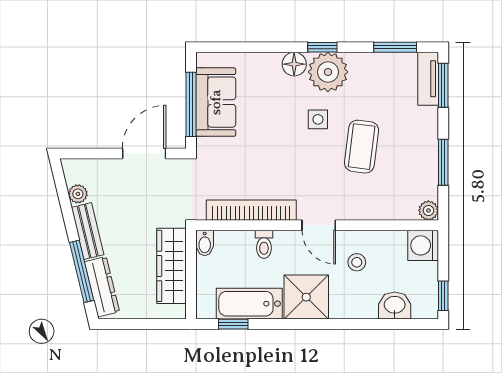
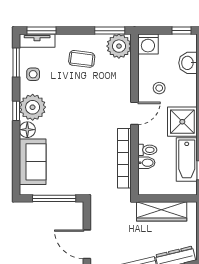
sofa: (216, 102) -> (33, 162), moved, turned 90
side table: (318, 119) -> (33, 74), moved
coffee table: (362, 147) -> (82, 59), moved, width x0.73, depth x0.77
door: (144, 154) -> (87, 244), moved
window: (443, 162) -> (110, 31), moved
plant: (428, 210) -> (119, 46), width x1.87, depth x1.87
bidet: (205, 243) -> (146, 163), moved

